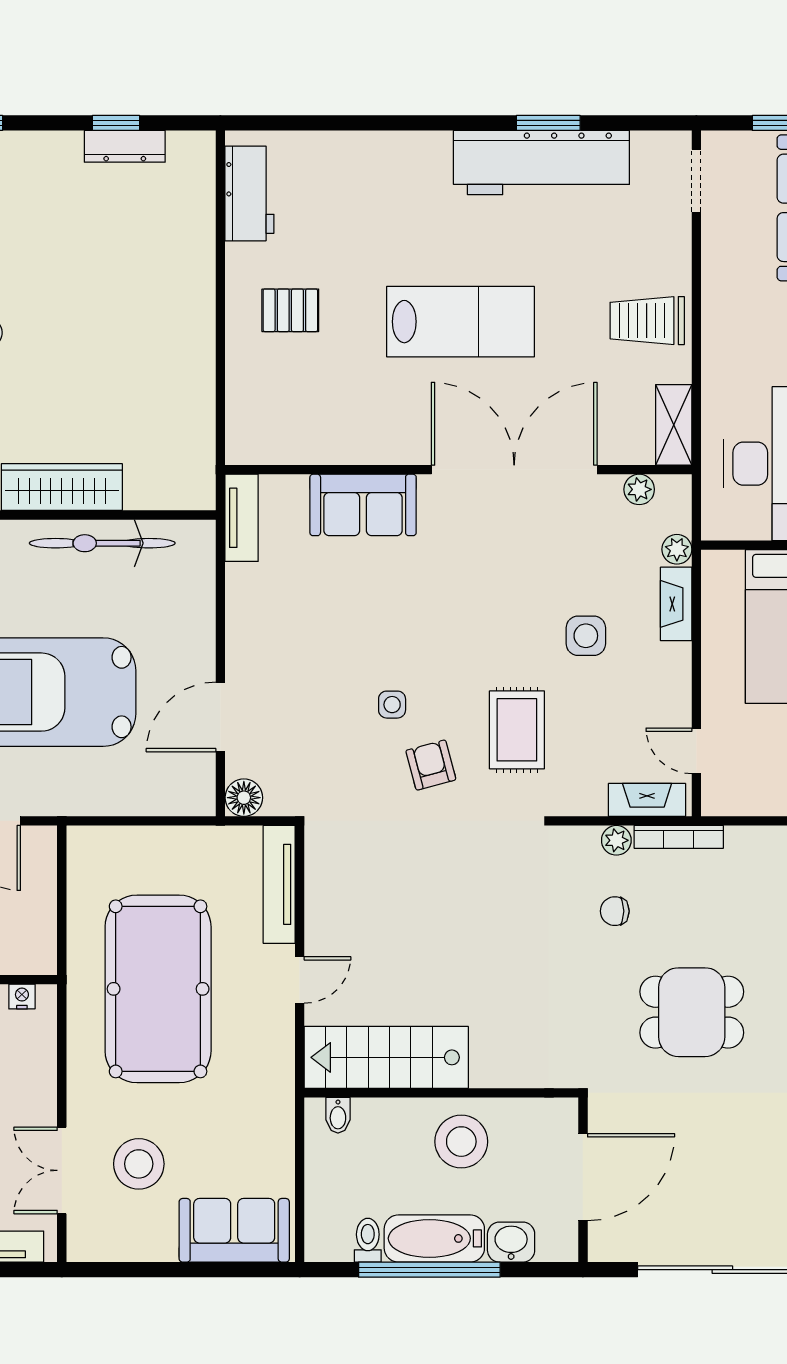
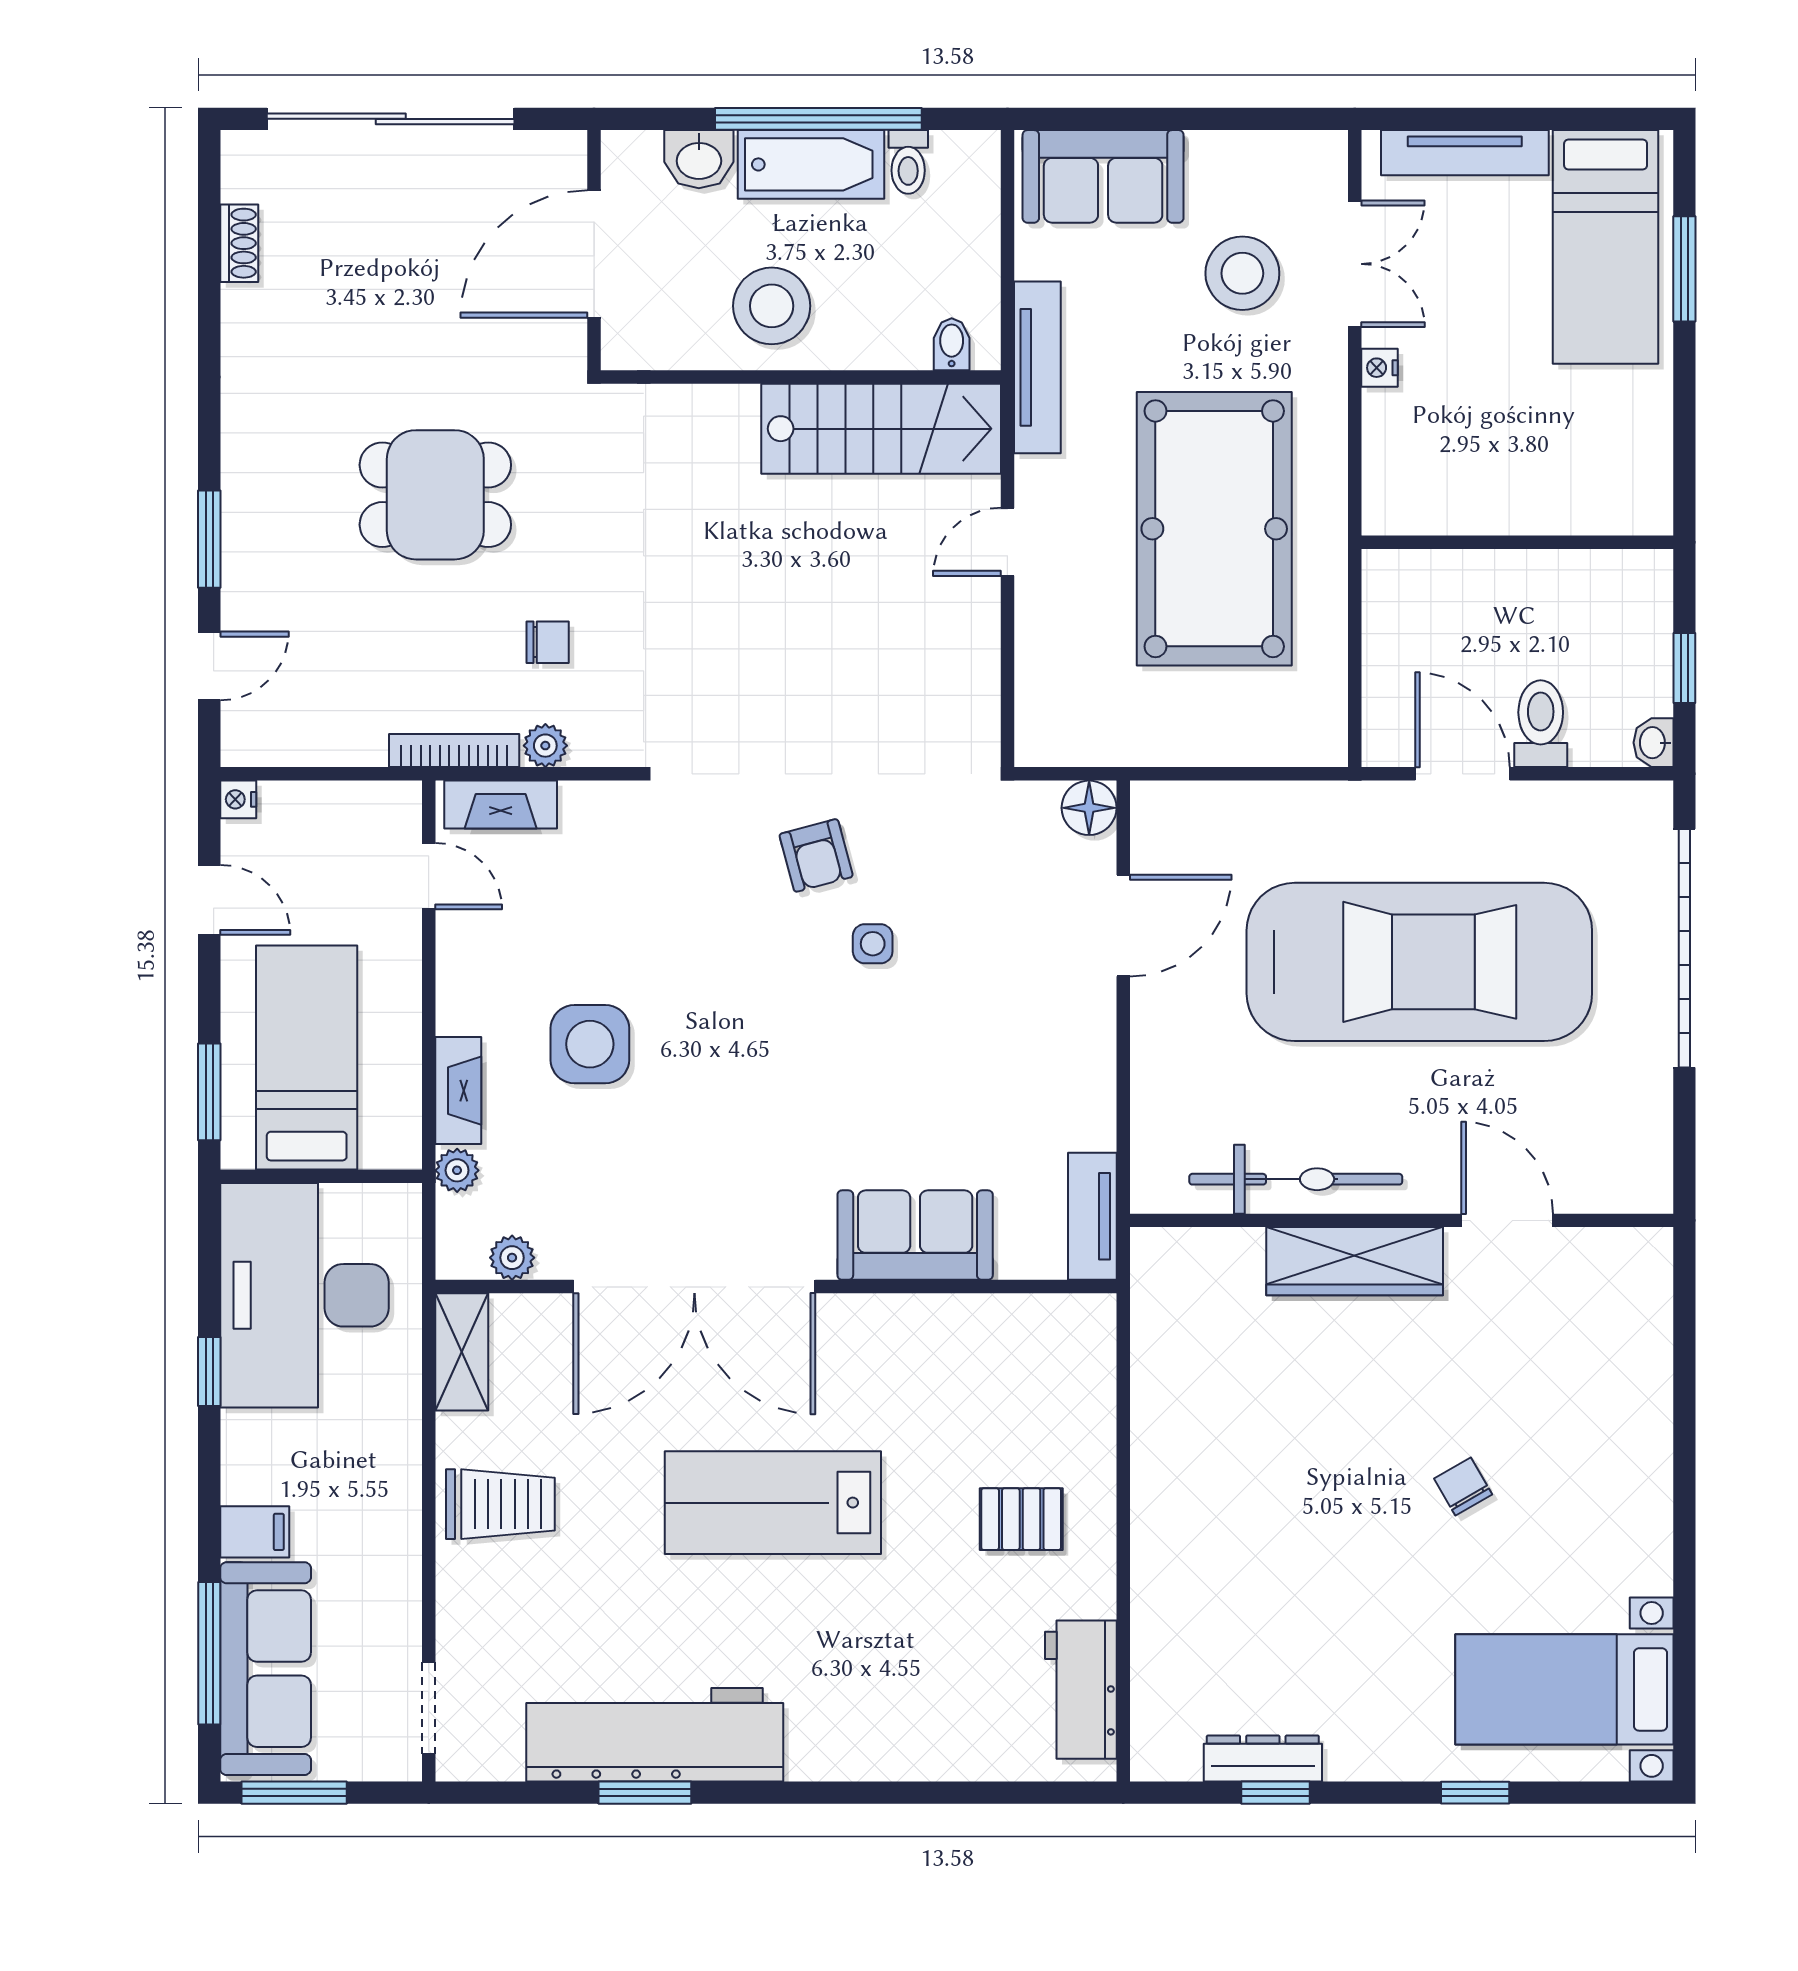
side table: (586, 636) -> (590, 1044), width x1.37, depth x1.37
rug: (517, 730) -> (690, 907), removed
tv unit: (279, 884) -> (1037, 367), moved
nightstand: (22, 996) -> (1379, 368), moved, turned 90

